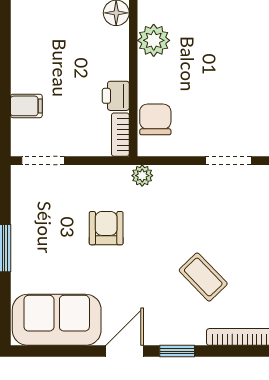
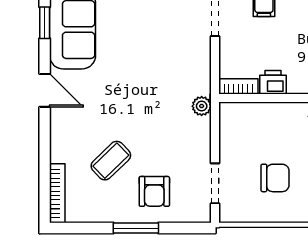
chair: (155, 119) -> (275, 178), moved
armchair: (106, 228) -> (154, 191), moved, turned 90
window: (177, 351) -> (45, 23), moved

